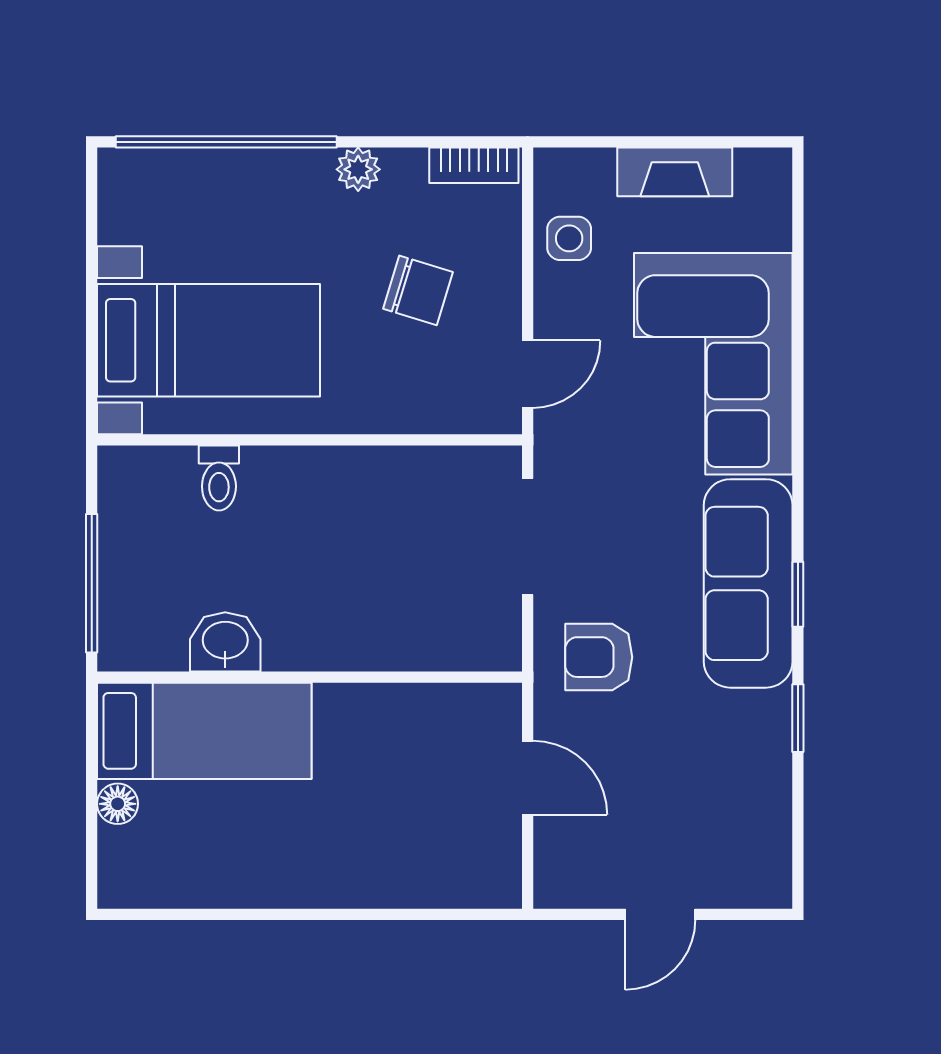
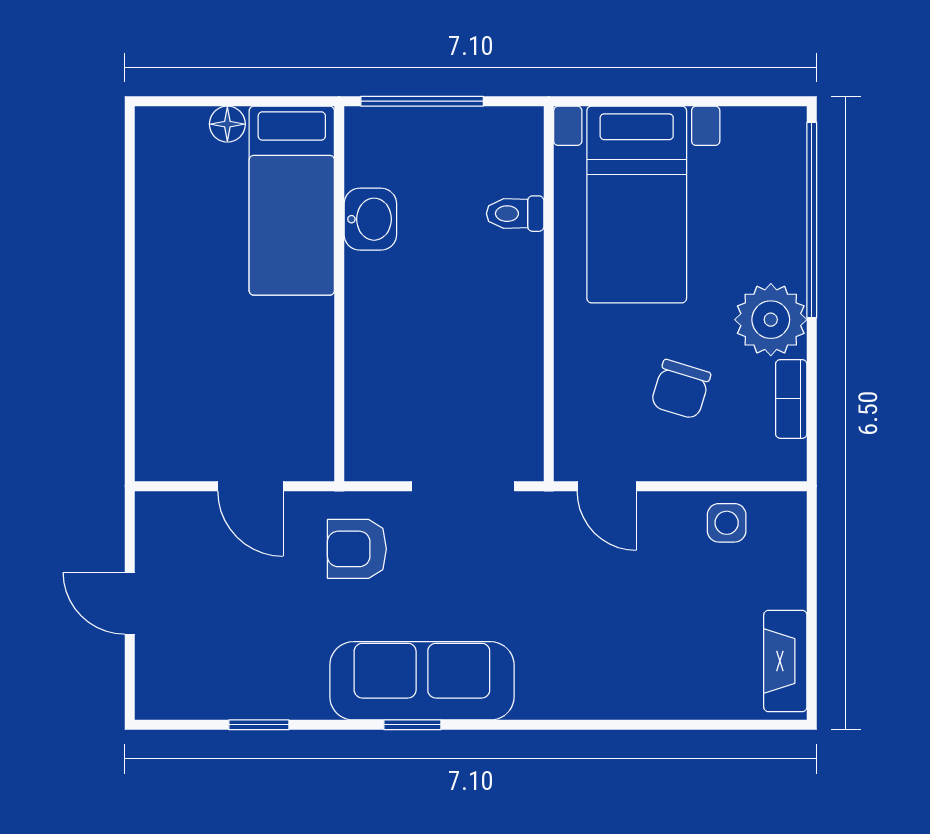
bookcase: (474, 165) -> (791, 399), moved
plant: (358, 169) -> (771, 320), width x1.88, depth x1.88
fireplace: (675, 172) -> (785, 661), moved
corner sofa: (713, 364) -> (616, 650), removed
armchair: (599, 657) -> (357, 549), turned -90
window: (798, 718) -> (259, 725), moved
door: (528, 778) -> (250, 486), hinge flipped

